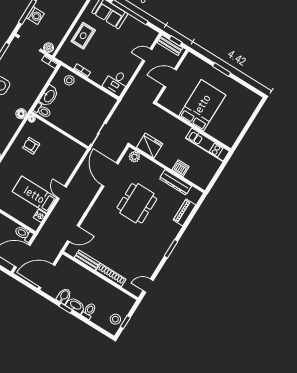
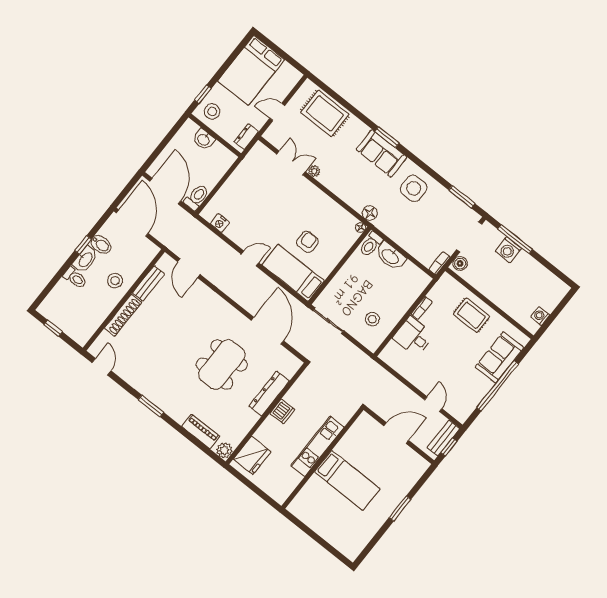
door: (170, 78) -> (396, 433), hinge flipped
stool: (69, 80) -> (372, 319), moved
desk: (116, 83) -> (413, 337), moved
bed: (202, 105) -> (347, 480), width x0.67
kitchen unit: (207, 145) -> (317, 446), moved
armchair: (31, 146) -> (307, 242), moved
fridge: (150, 146) -> (252, 455), moved
plant: (134, 157) -> (224, 450), moved
dishwasher: (181, 168) -> (282, 411), moved
door: (110, 175) -> (267, 331), hinge flipped
dresser: (175, 182) -> (269, 394), moved
bed: (34, 195) -> (293, 273), moved, turned -90
dining table: (137, 203) -> (222, 365), turned 90
stool: (115, 319) -> (115, 281), moved

